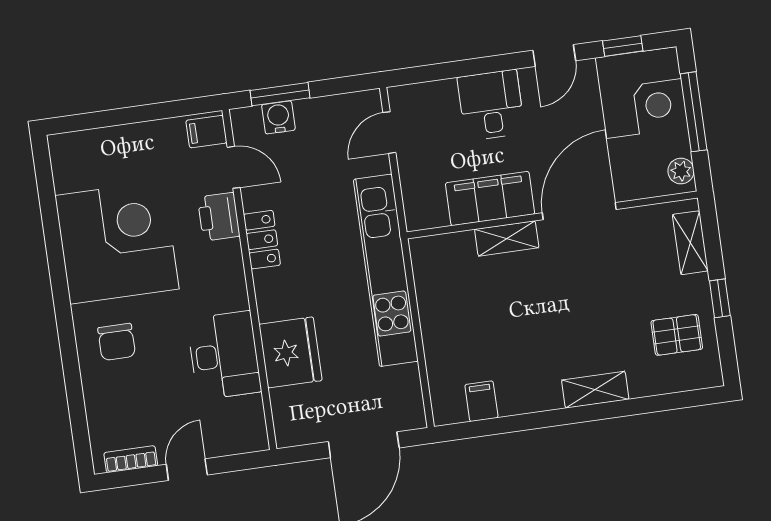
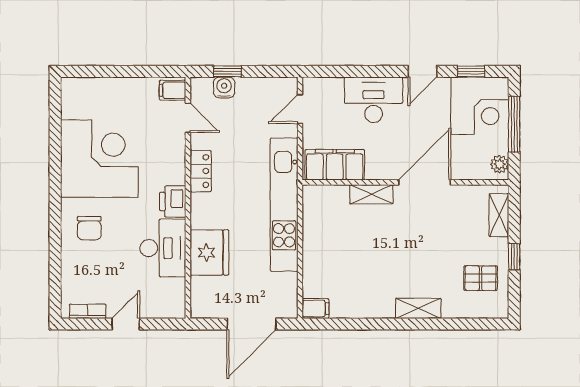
window: (280, 94) -> (227, 71), width x0.67
desk: (491, 105) -> (374, 100), width x1.37
filing cabinet: (490, 198) -> (335, 165), moved
printer: (219, 217) -> (173, 202), moved
filing cabinet: (481, 401) -> (315, 309), moved, turned 90

